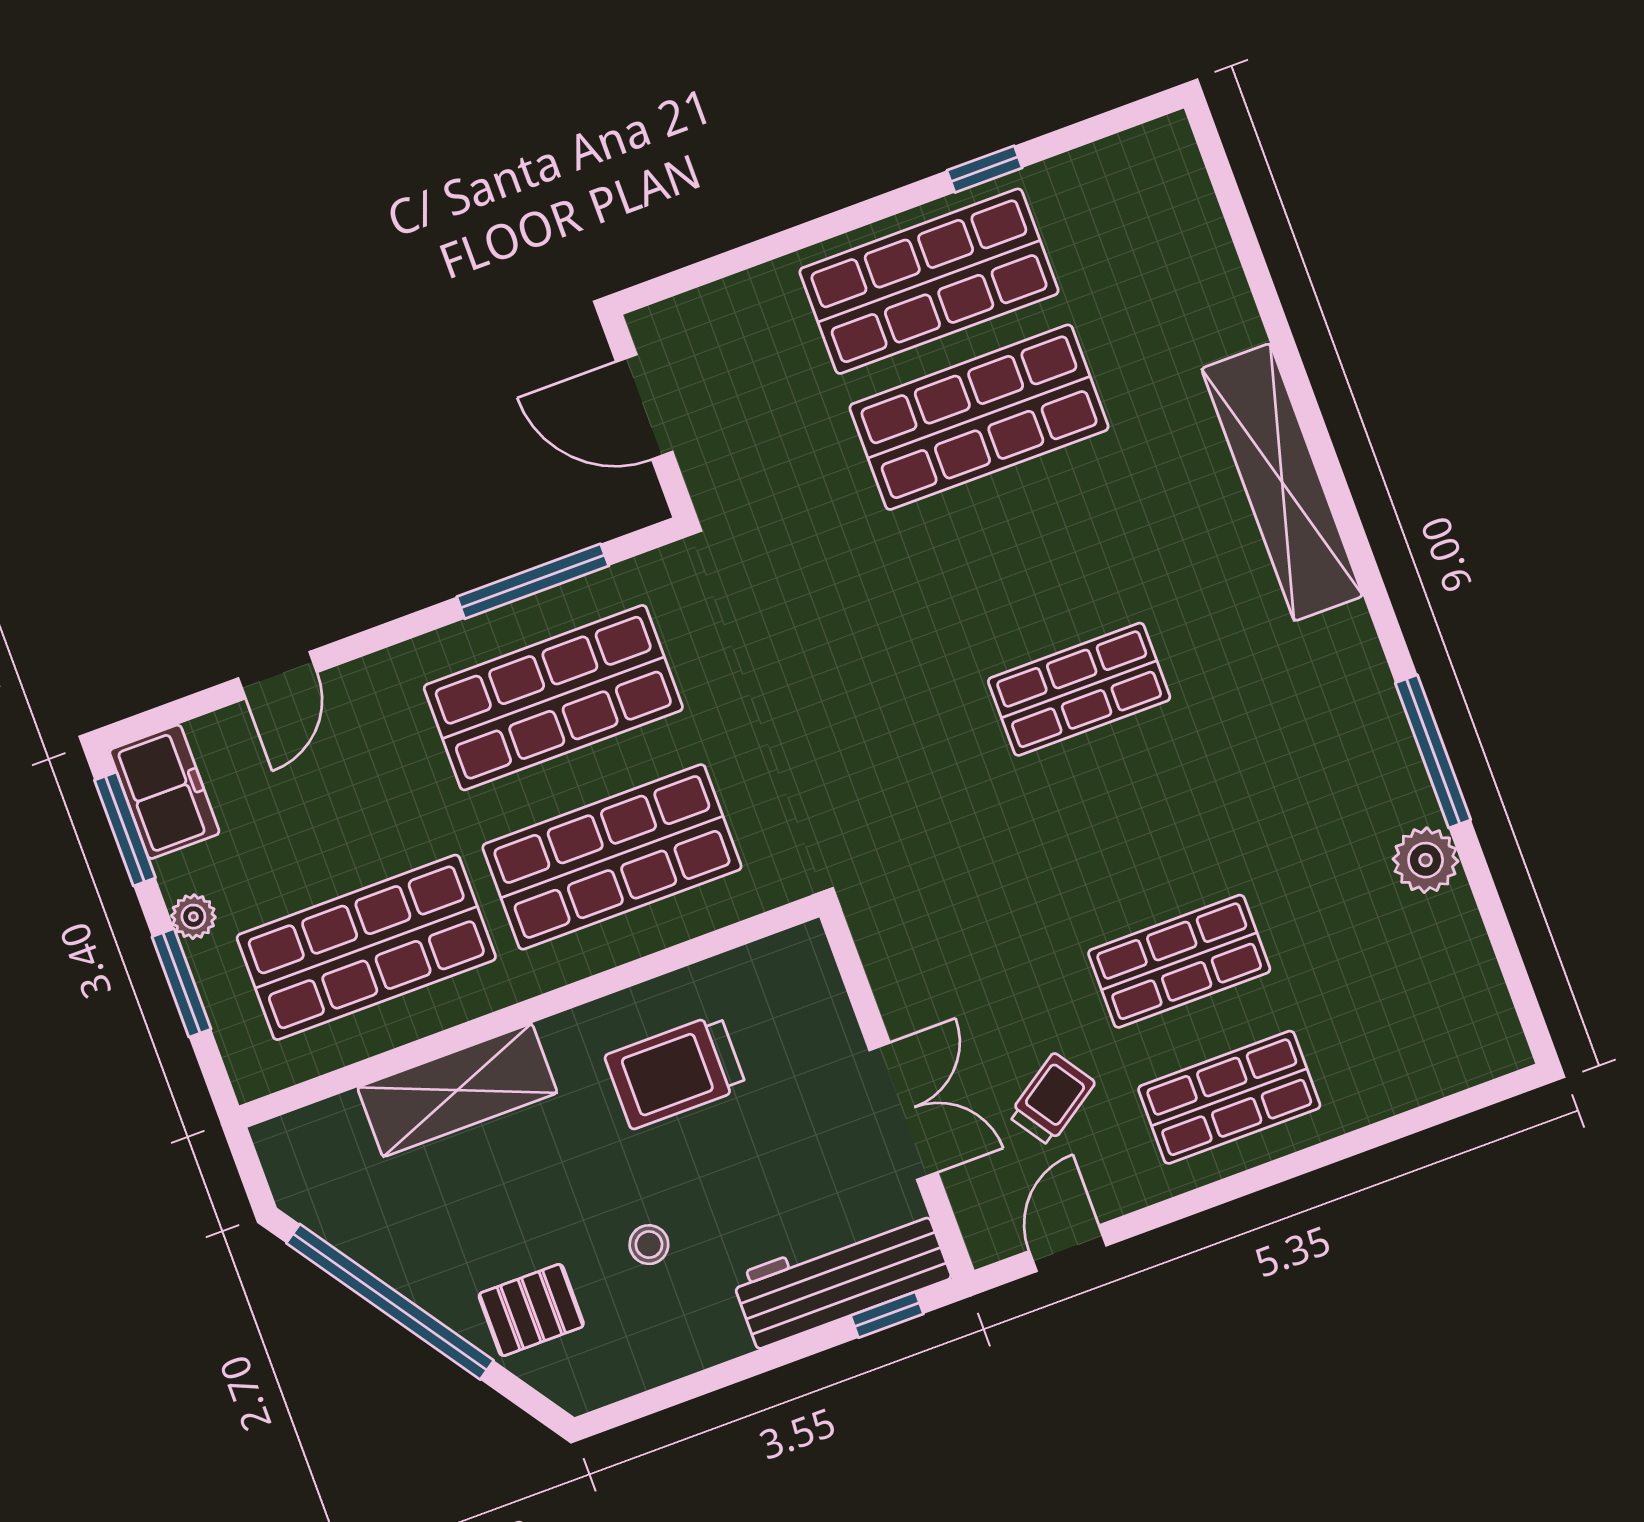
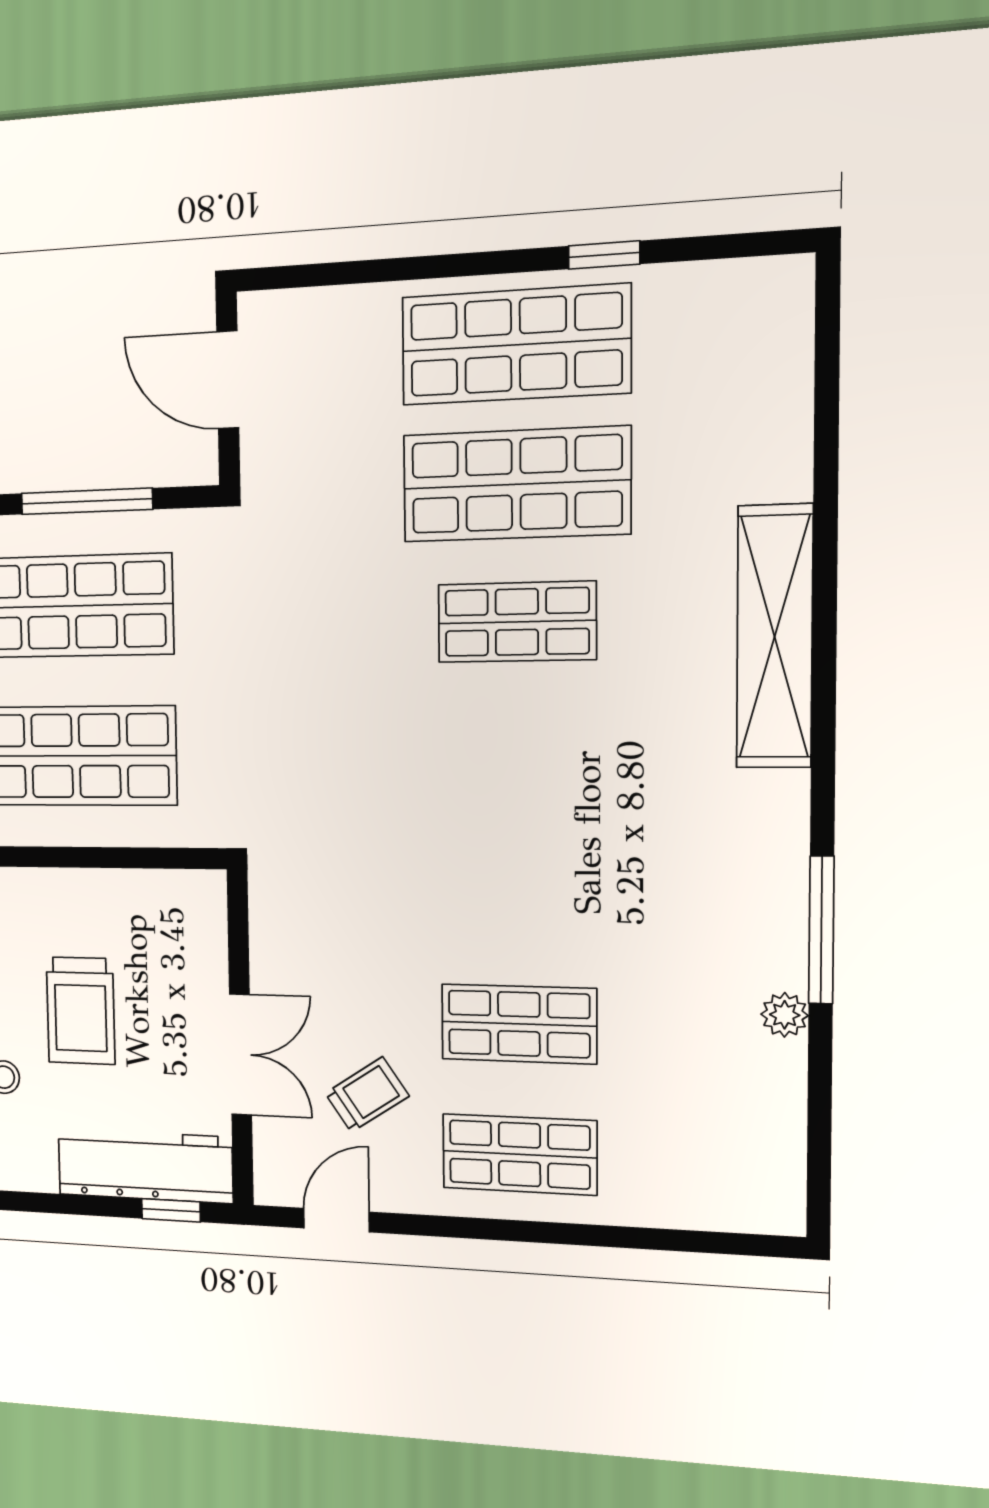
shop shelf: (1079, 689) -> (517, 622), moved
plant: (1426, 860) -> (785, 1015), width x0.73, depth x0.73
trolley: (675, 1072) -> (81, 1011), moved, turned -90

